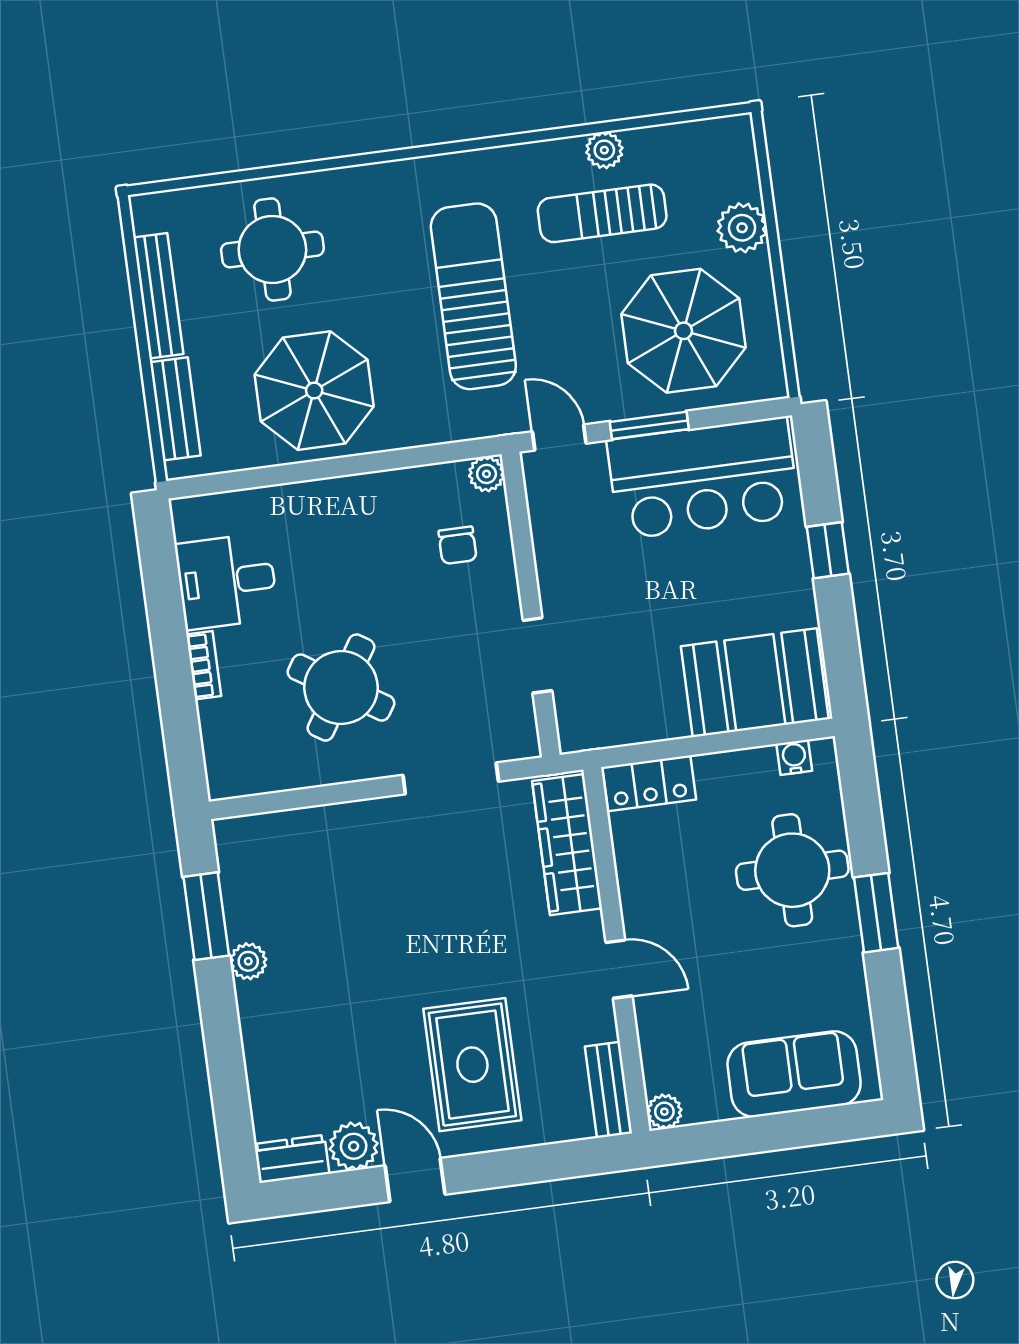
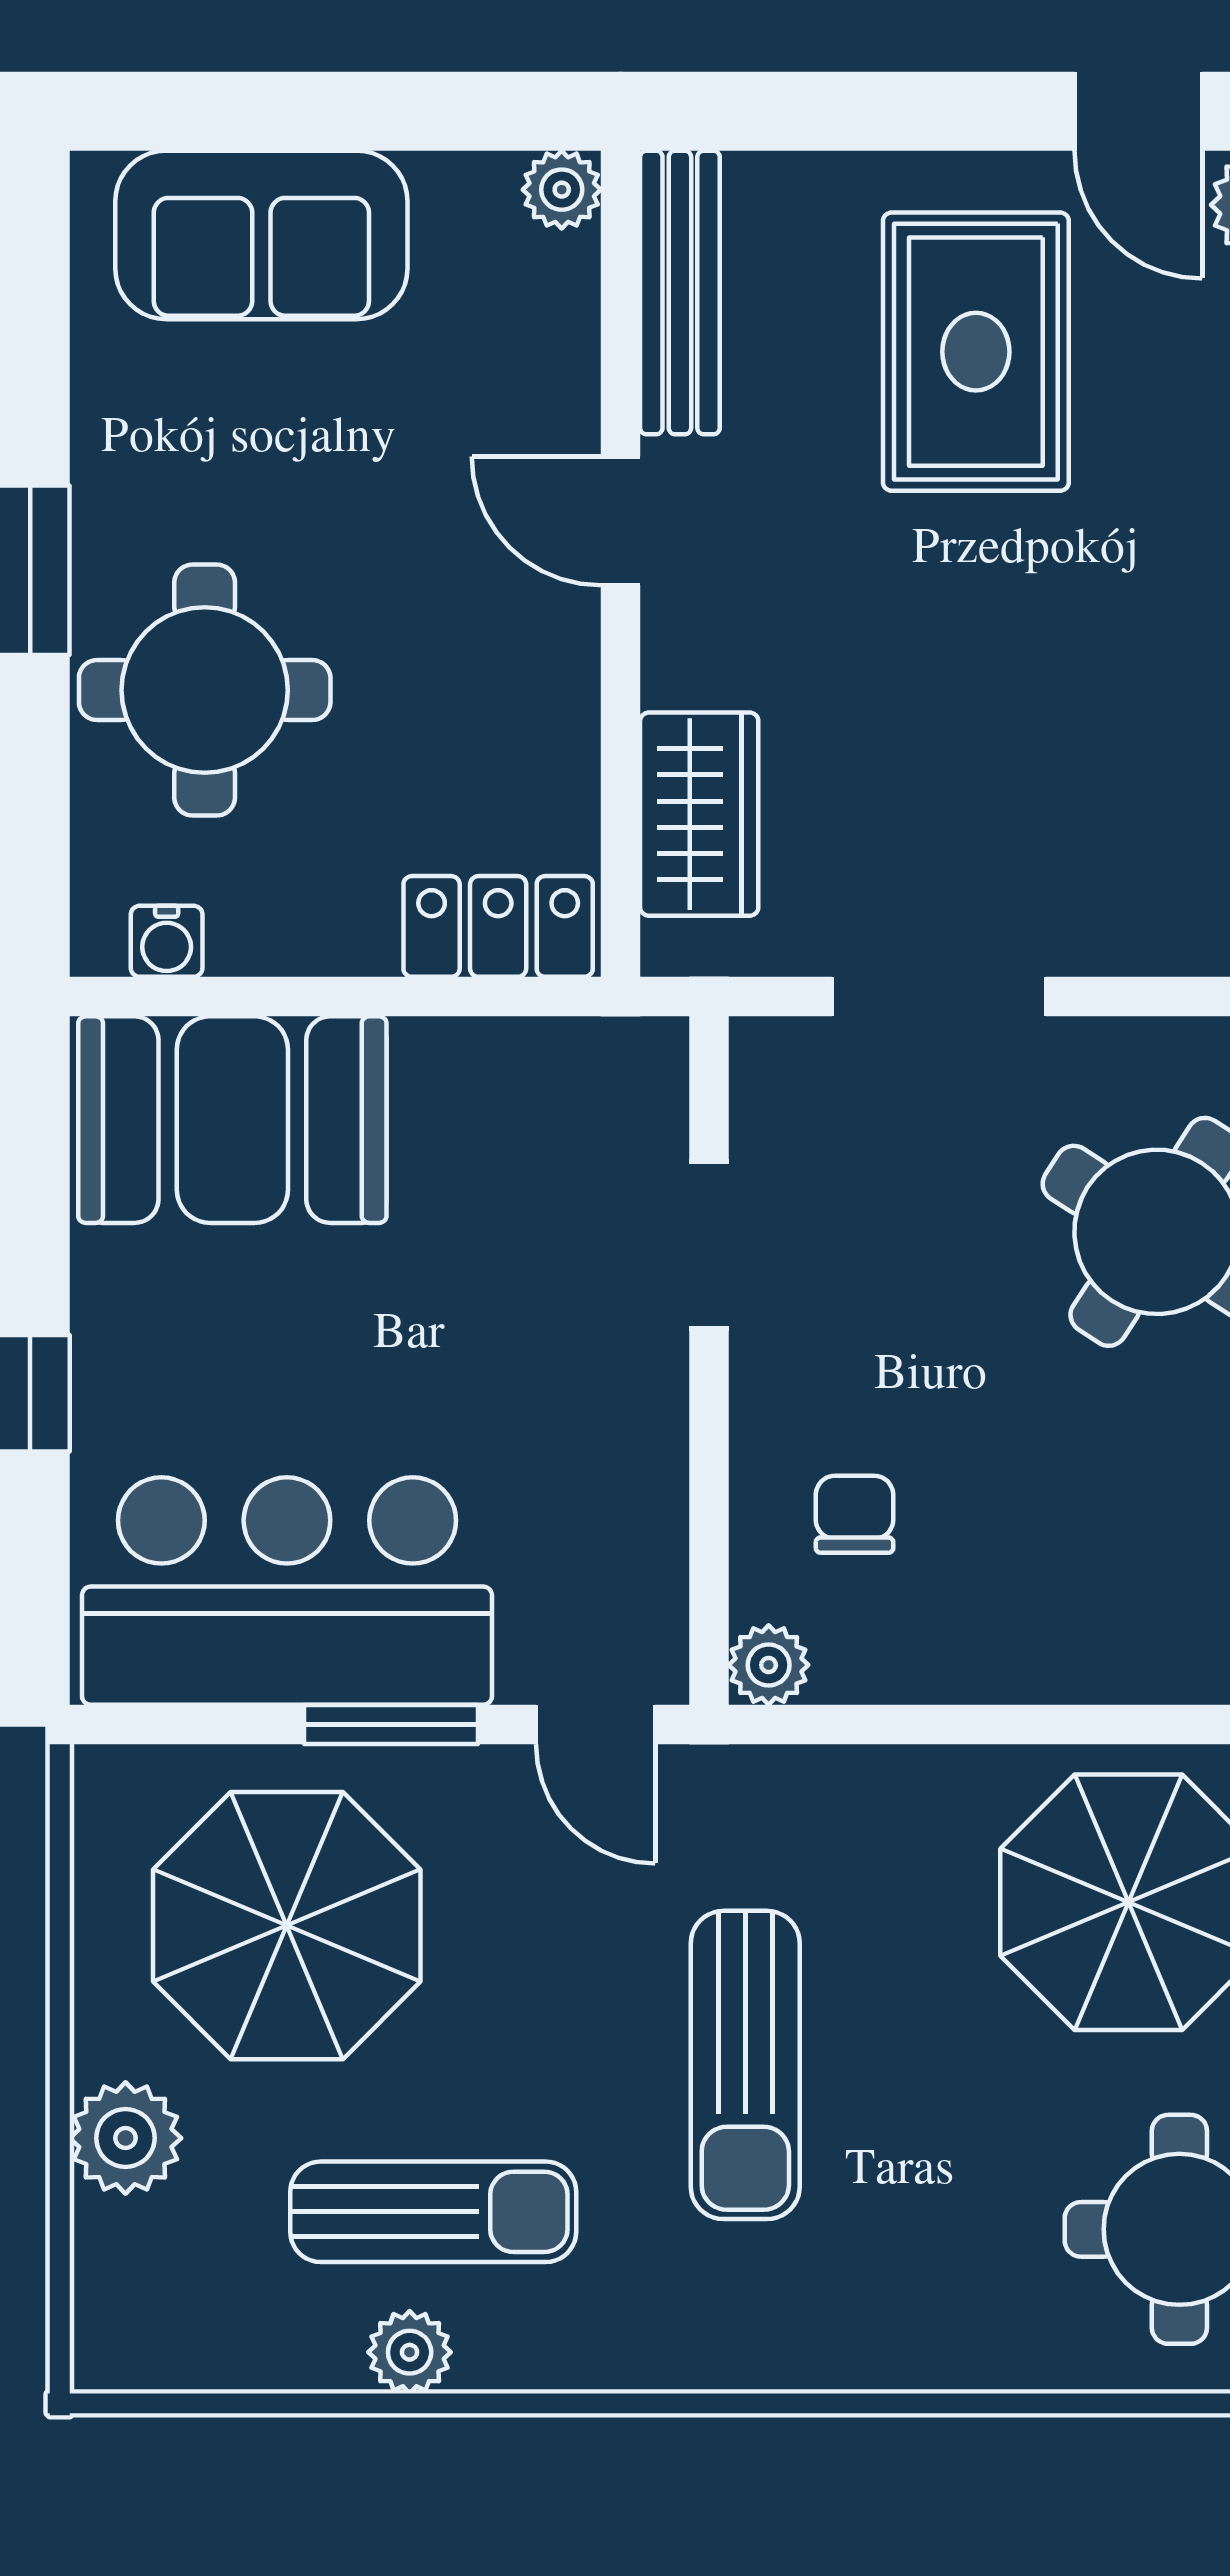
sun lounger: (473, 296) -> (745, 2065), width x0.73, depth x0.75
wardrobe: (567, 845) -> (699, 814), width x0.67
bench: (608, 1090) -> (680, 292), width x1.36

